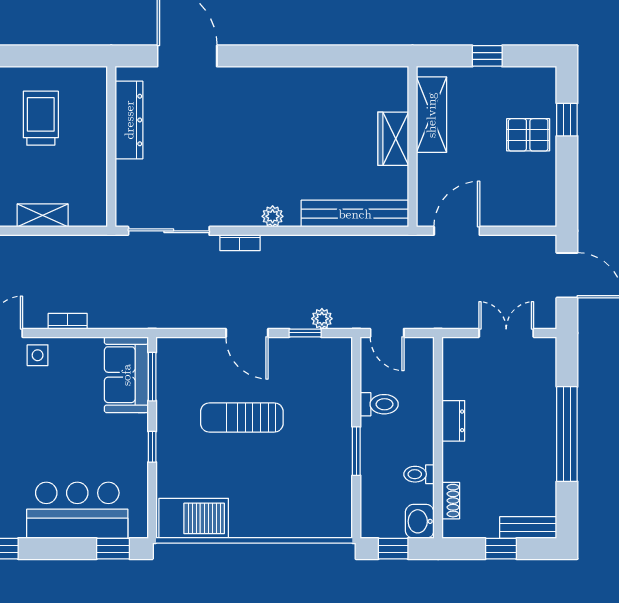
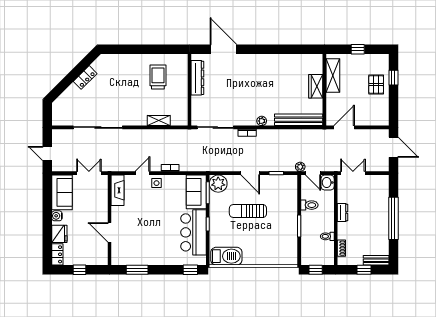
pallet: (528, 135) -> (376, 84), turned 90
plant: (322, 319) -> (300, 167), moved
double door: (506, 333) -> (353, 173), moved
plant: (175, 356) -> (218, 184), added
bar counter: (77, 510) -> (193, 232), moved, turned -90
washbasin: (420, 521) -> (328, 183), moved

